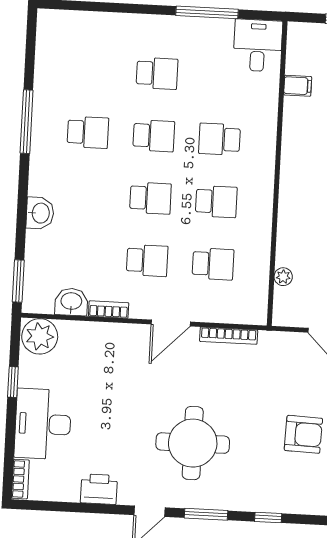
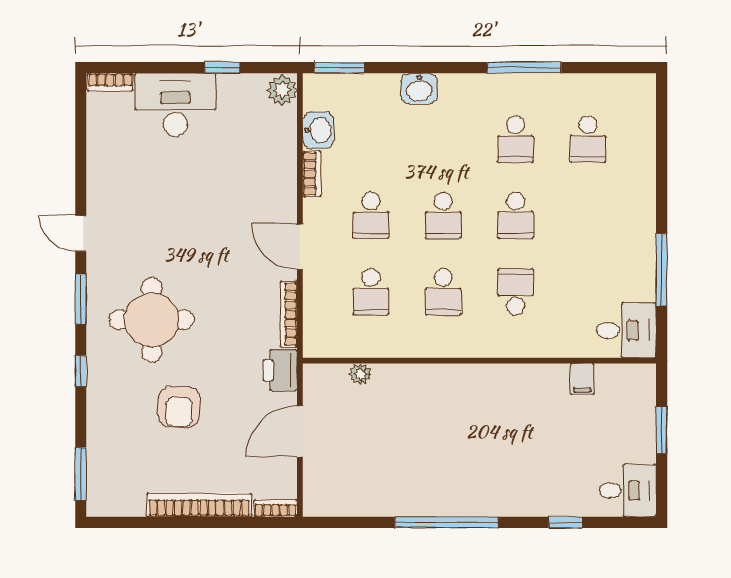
school desk: (157, 73) -> (588, 139), moved
plant: (40, 336) -> (282, 90), width x0.73, depth x0.73
round table: (193, 443) -> (152, 320), moved
printer: (99, 489) -> (280, 370), moved, turned 180

